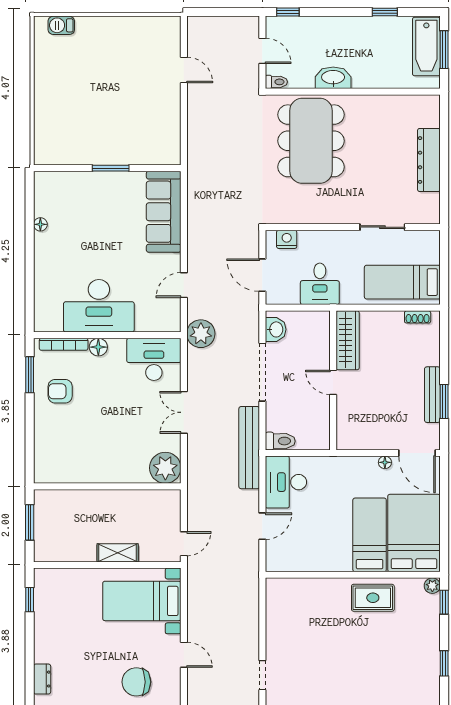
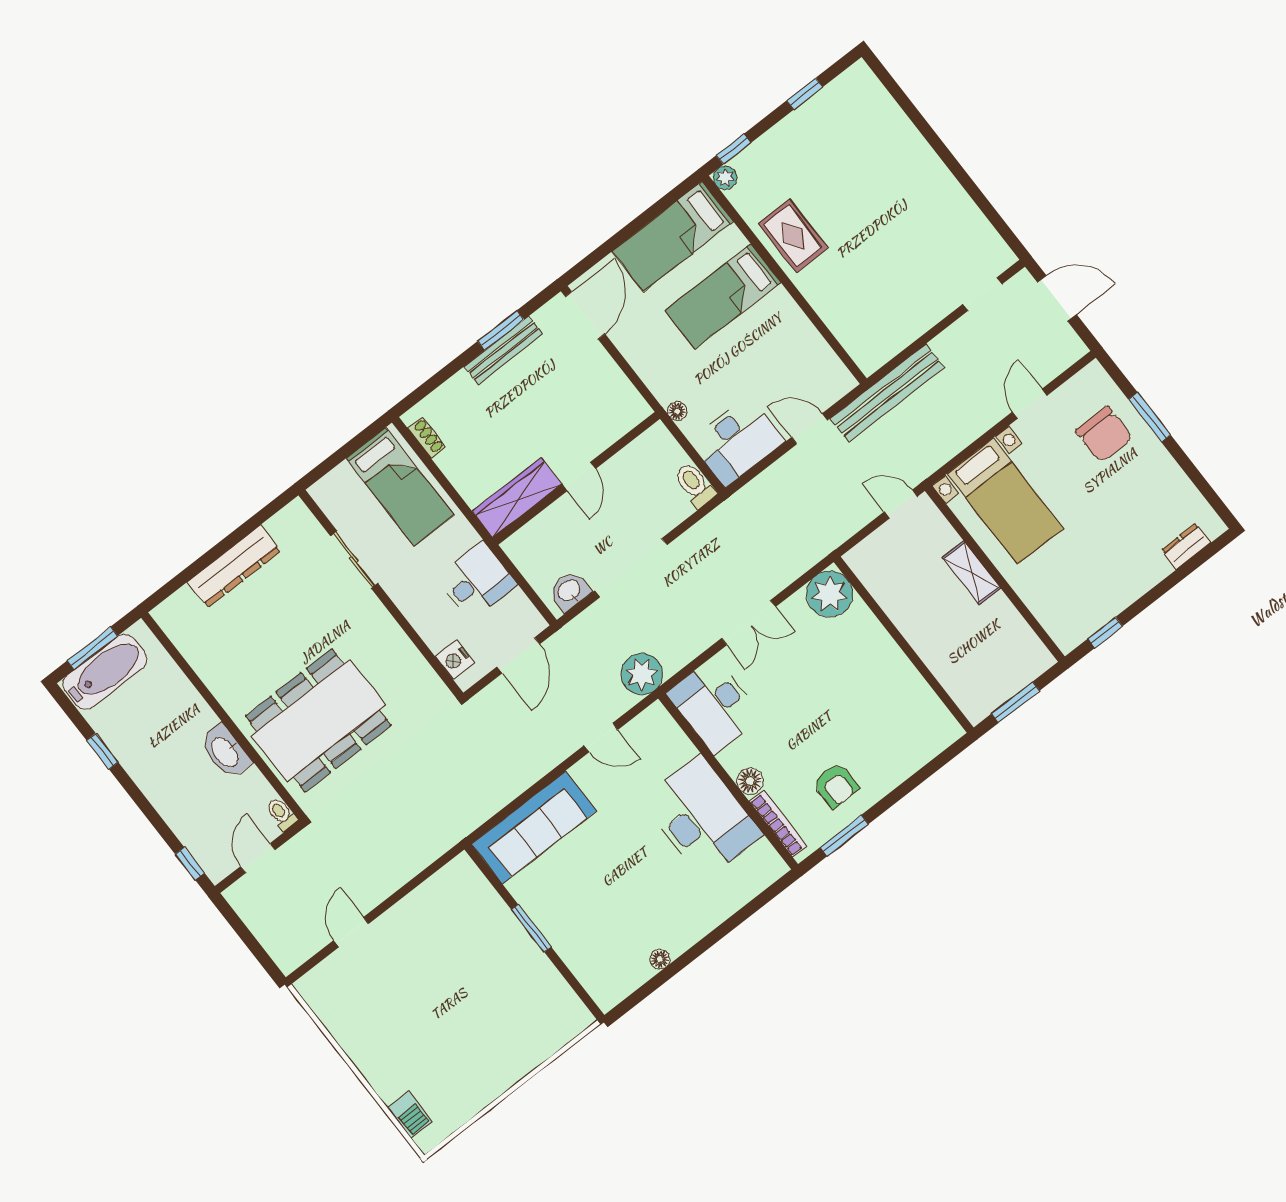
bench: (249, 448) -> (887, 393), moved
floor lamp: (385, 462) -> (677, 411), moved
bed: (414, 533) -> (673, 236), width x0.67

